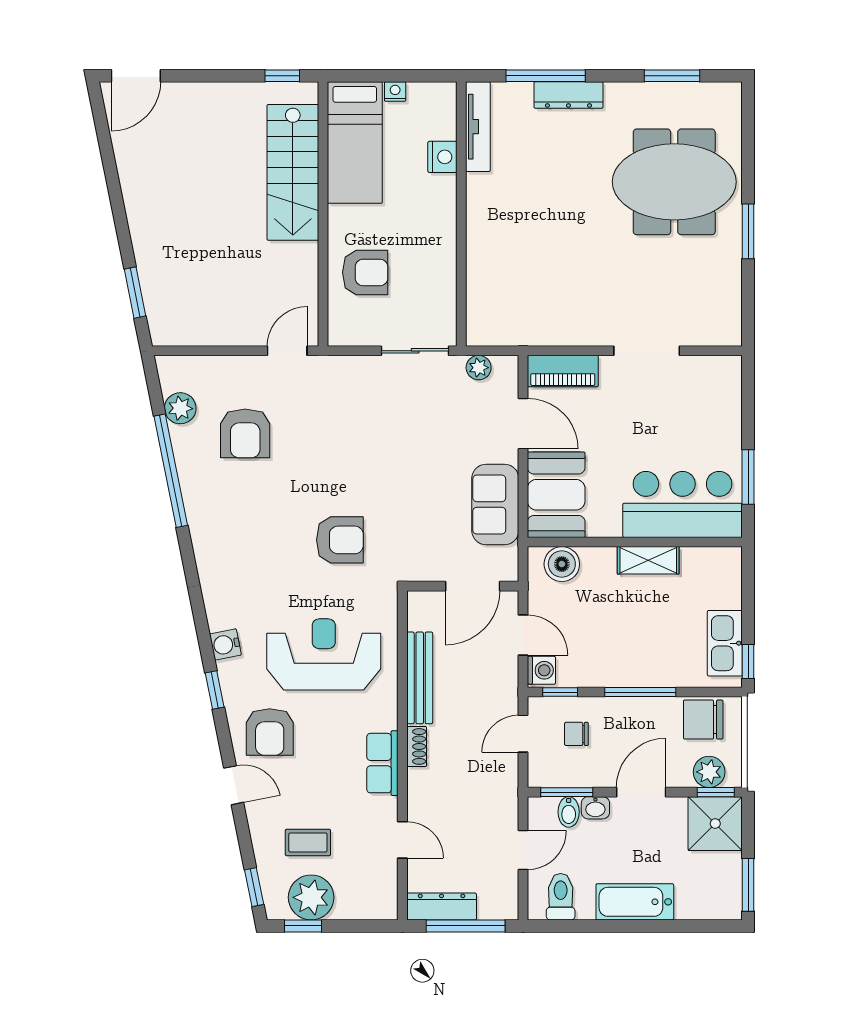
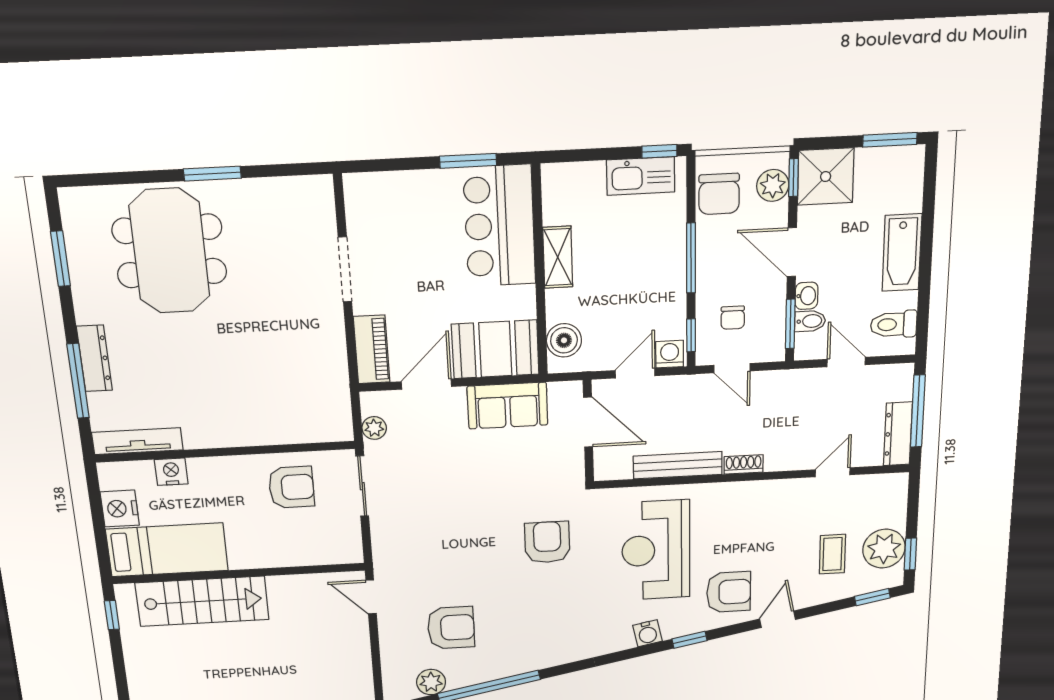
nightstand: (395, 91) -> (120, 509), width x1.89, depth x1.79
armchair: (365, 272) -> (291, 487), moved, turned 90
row of seats: (382, 763) -> (759, 494), removed

